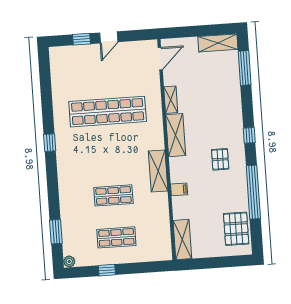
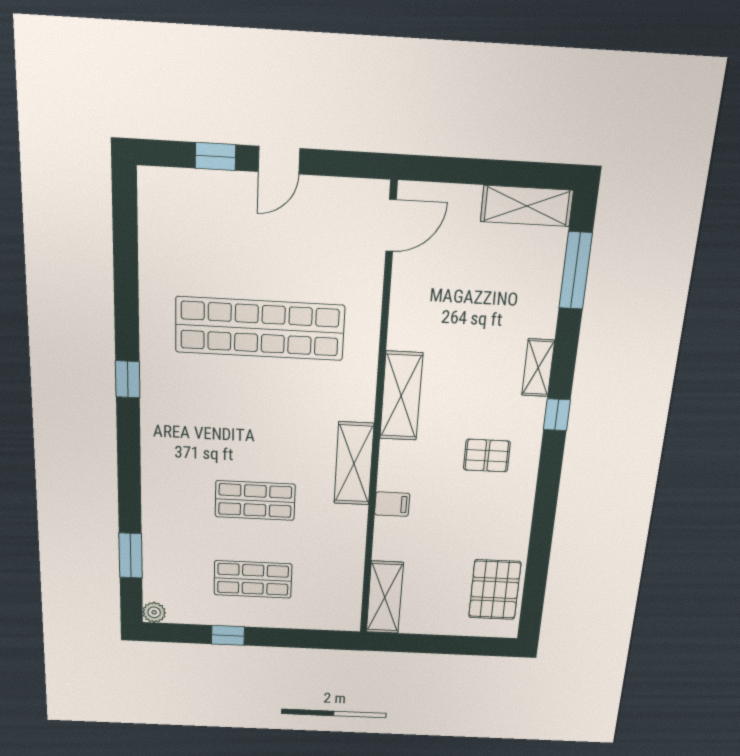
shelving: (171, 100) -> (538, 368), moved
pallet: (220, 159) -> (487, 456), turned 90
window: (253, 192) -> (542, 526), removed

